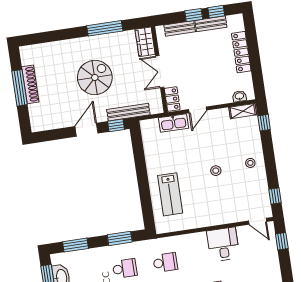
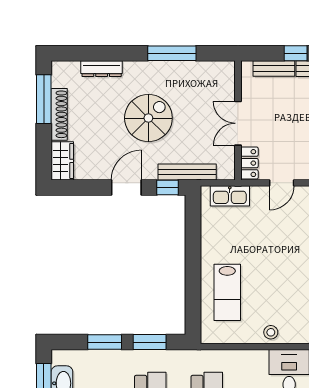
wardrobe: (145, 42) -> (62, 161), moved, turned 180
dresser: (56, 47) -> (102, 69), added
window: (19, 88) -> (44, 99), moved
kitchen sink: (174, 123) -> (230, 196), moved
stool: (216, 171) -> (271, 332), moved
window: (76, 245) -> (105, 342), moved

